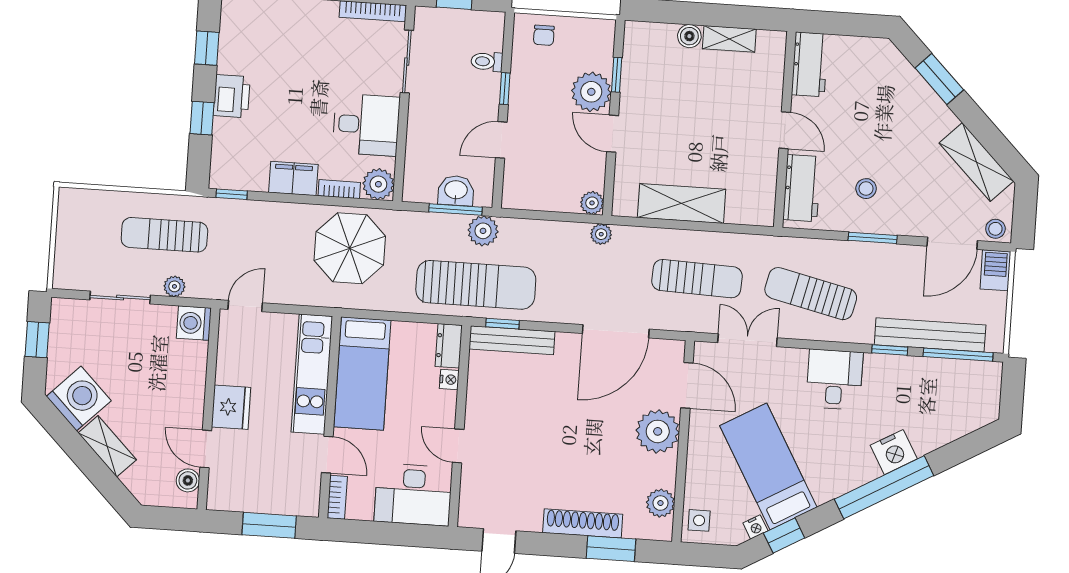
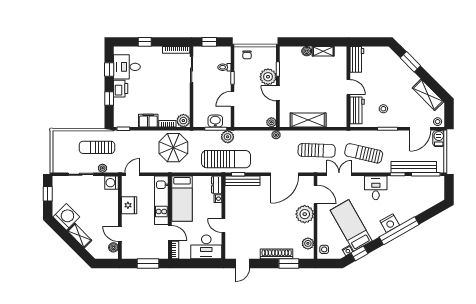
desk: (366, 125) -> (127, 67), moved, turned 180
fridge: (231, 407) -> (129, 205), moved
nightstand: (894, 452) -> (390, 223), moved

